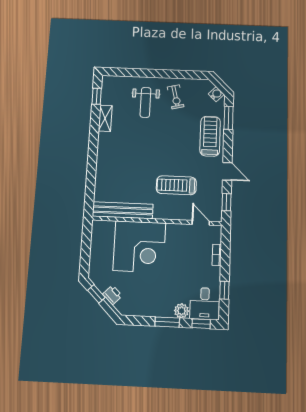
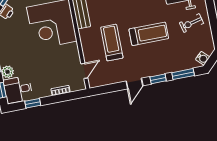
treadmill: (210, 136) -> (149, 34), moved
window: (226, 202) -> (158, 79), moved

